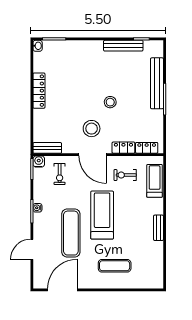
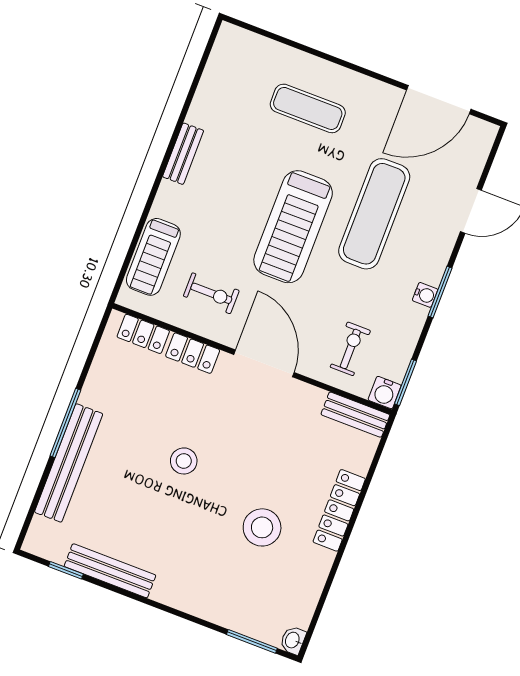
locker: (39, 91) -> (339, 510), moved
stool: (92, 129) -> (262, 527), moved

